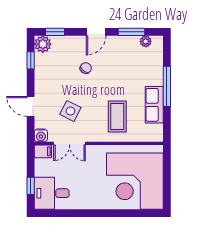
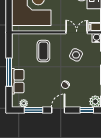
row of seats: (154, 105) -> (18, 81), moved

